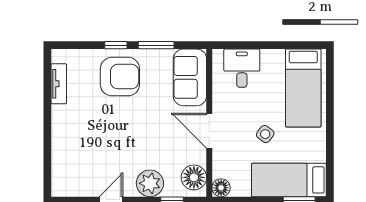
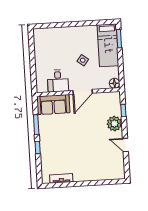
desk: (242, 68) -> (58, 81), moved, turned -90
armchair: (120, 77) -> (55, 144), removed
bed: (303, 88) -> (55, 40), removed
floor lamp: (194, 177) -> (110, 99), removed

